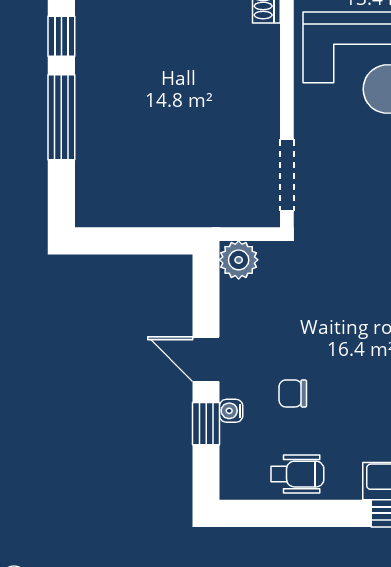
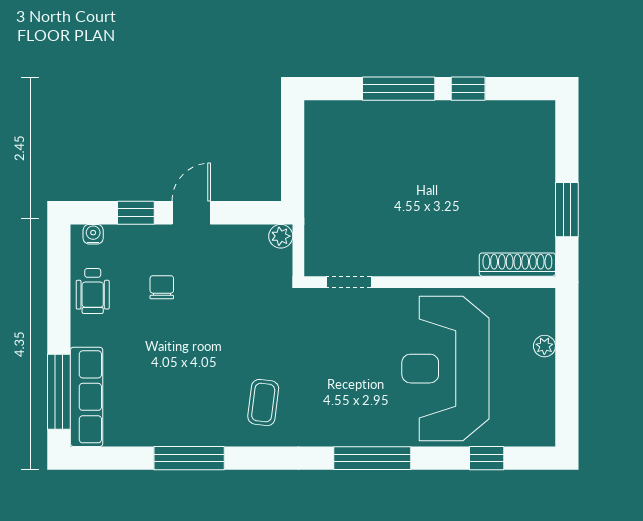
doorway: (287, 175) -> (349, 282), width x0.73
plant: (239, 260) -> (281, 236), width x0.73, depth x0.73
water cooler: (231, 411) -> (93, 234), moved

